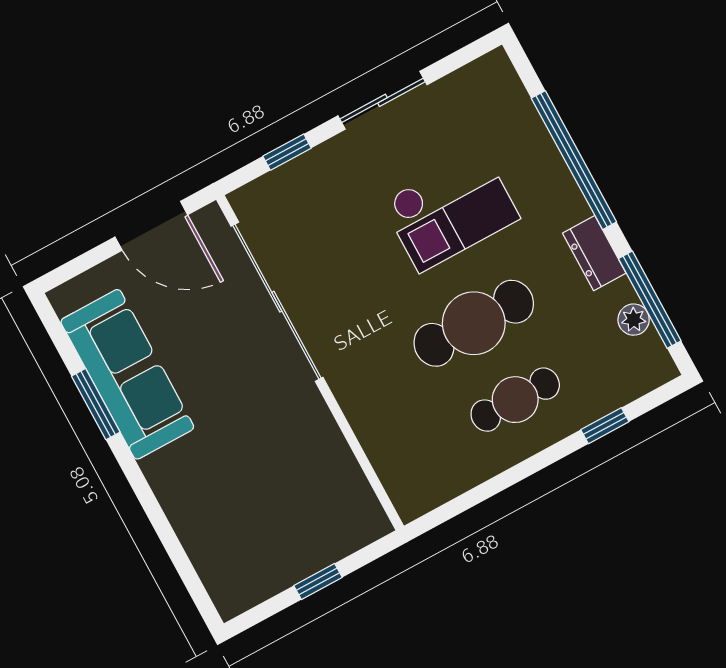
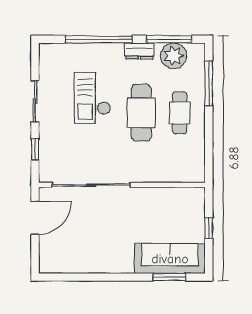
checkout: (451, 210) -> (92, 98), turned 180
plant: (634, 320) -> (174, 56), width x1.88, depth x1.88
sofa: (127, 374) -> (170, 259), moved
window: (96, 404) -> (170, 277), moved
window: (605, 426) -> (209, 83), width x2.17

